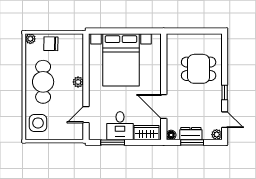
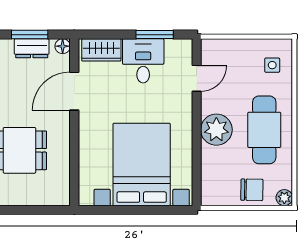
plant: (78, 82) -> (216, 130), width x1.87, depth x1.87
door: (164, 106) -> (74, 91), swing flipped
side table: (38, 123) -> (272, 65), width x0.54, depth x0.54

